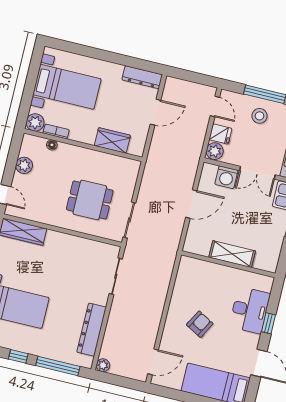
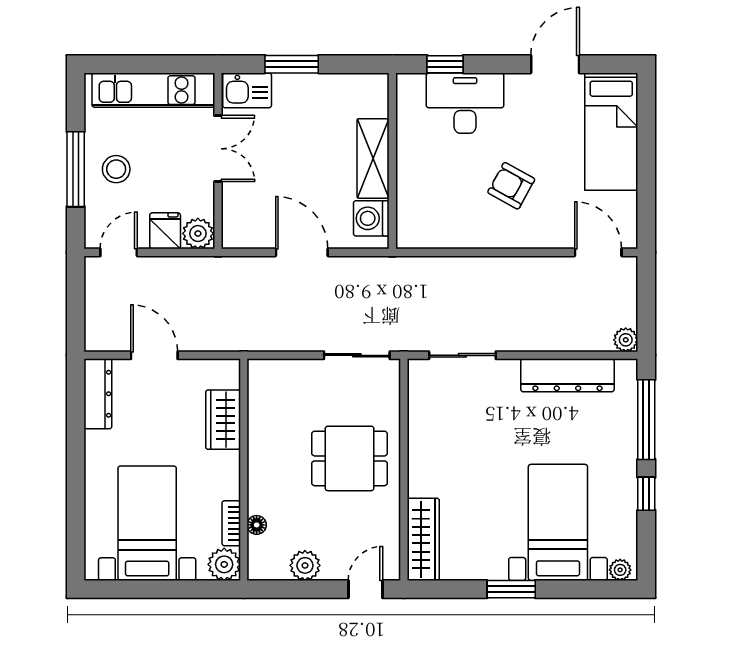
washing machine: (226, 177) -> (371, 218), moved, turned 180
dining table: (90, 200) -> (350, 458), moved, turned 90
window: (268, 323) -> (445, 64), moved

